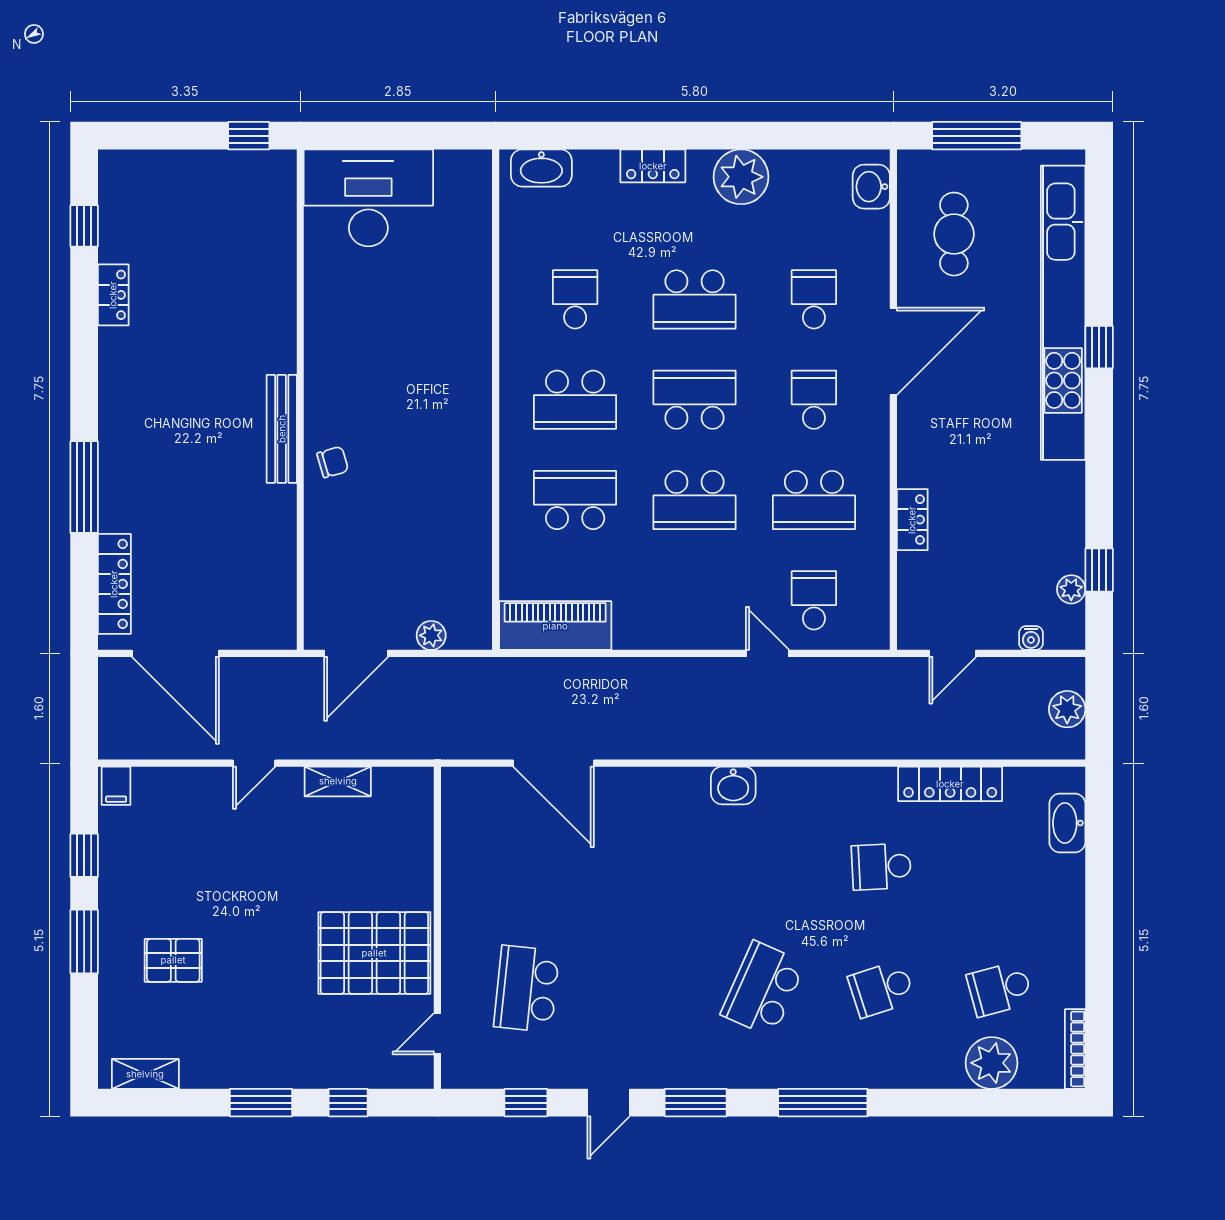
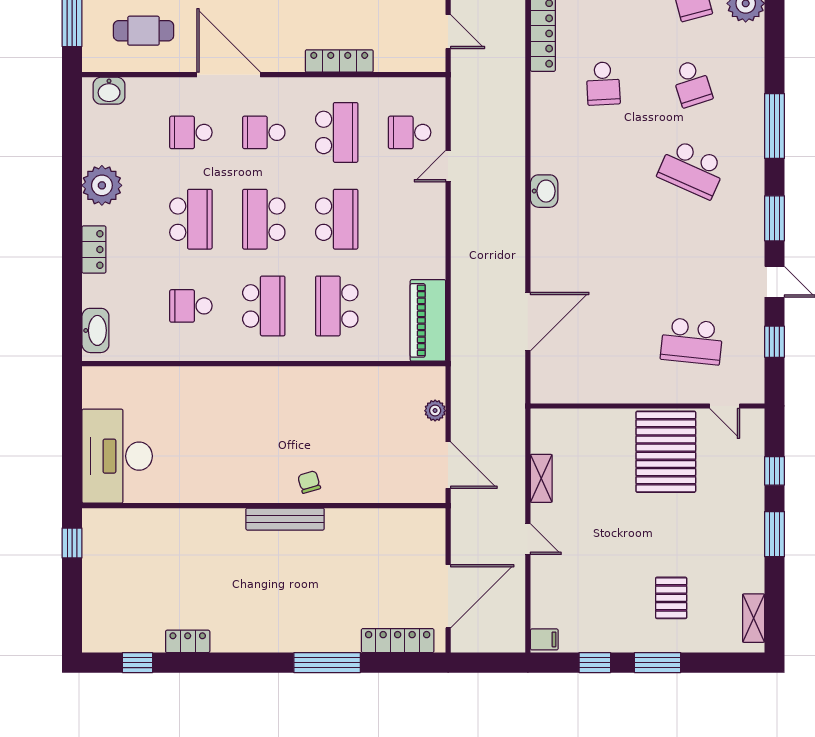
locker: (912, 520) -> (339, 61), width x1.53

